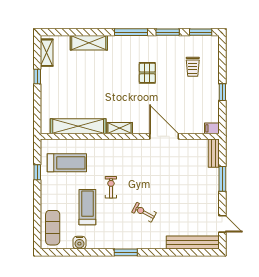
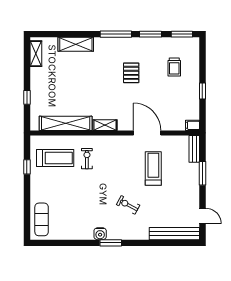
window: (37, 76) -> (27, 97), moved
exercise bike: (111, 187) -> (87, 159), moved
treadmill: (87, 207) -> (153, 169), moved
water cooler: (79, 243) -> (100, 234), moved

